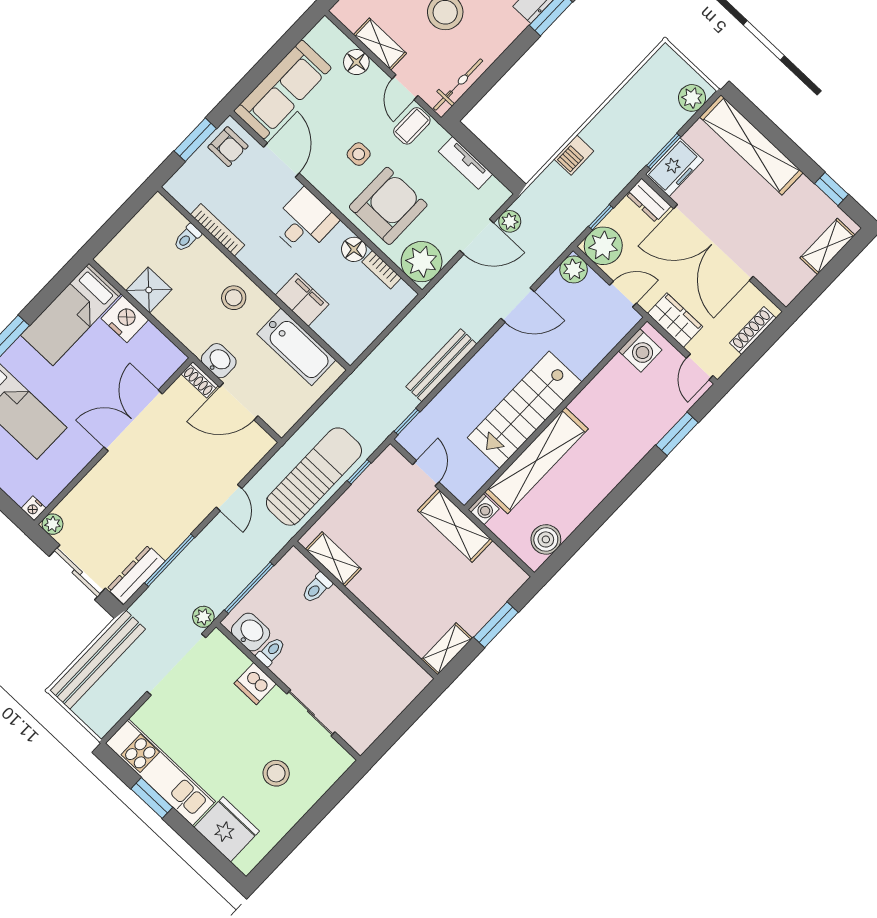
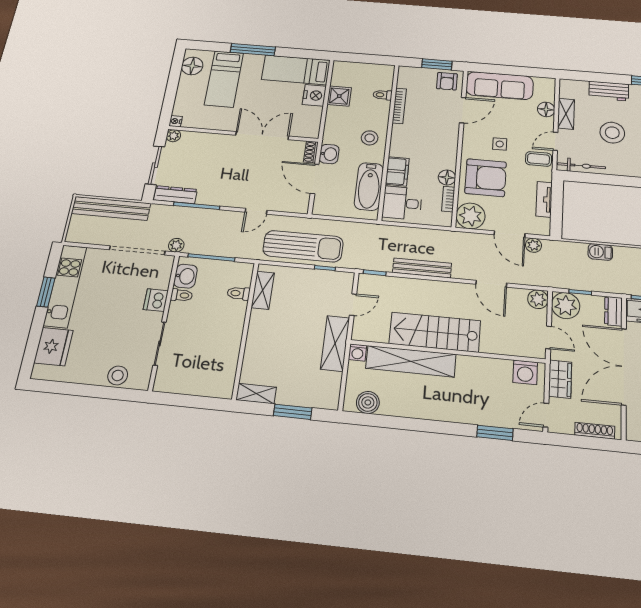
desk: (304, 222) -> (402, 203), moved, turned 180
stool: (276, 773) -> (118, 375), moved

